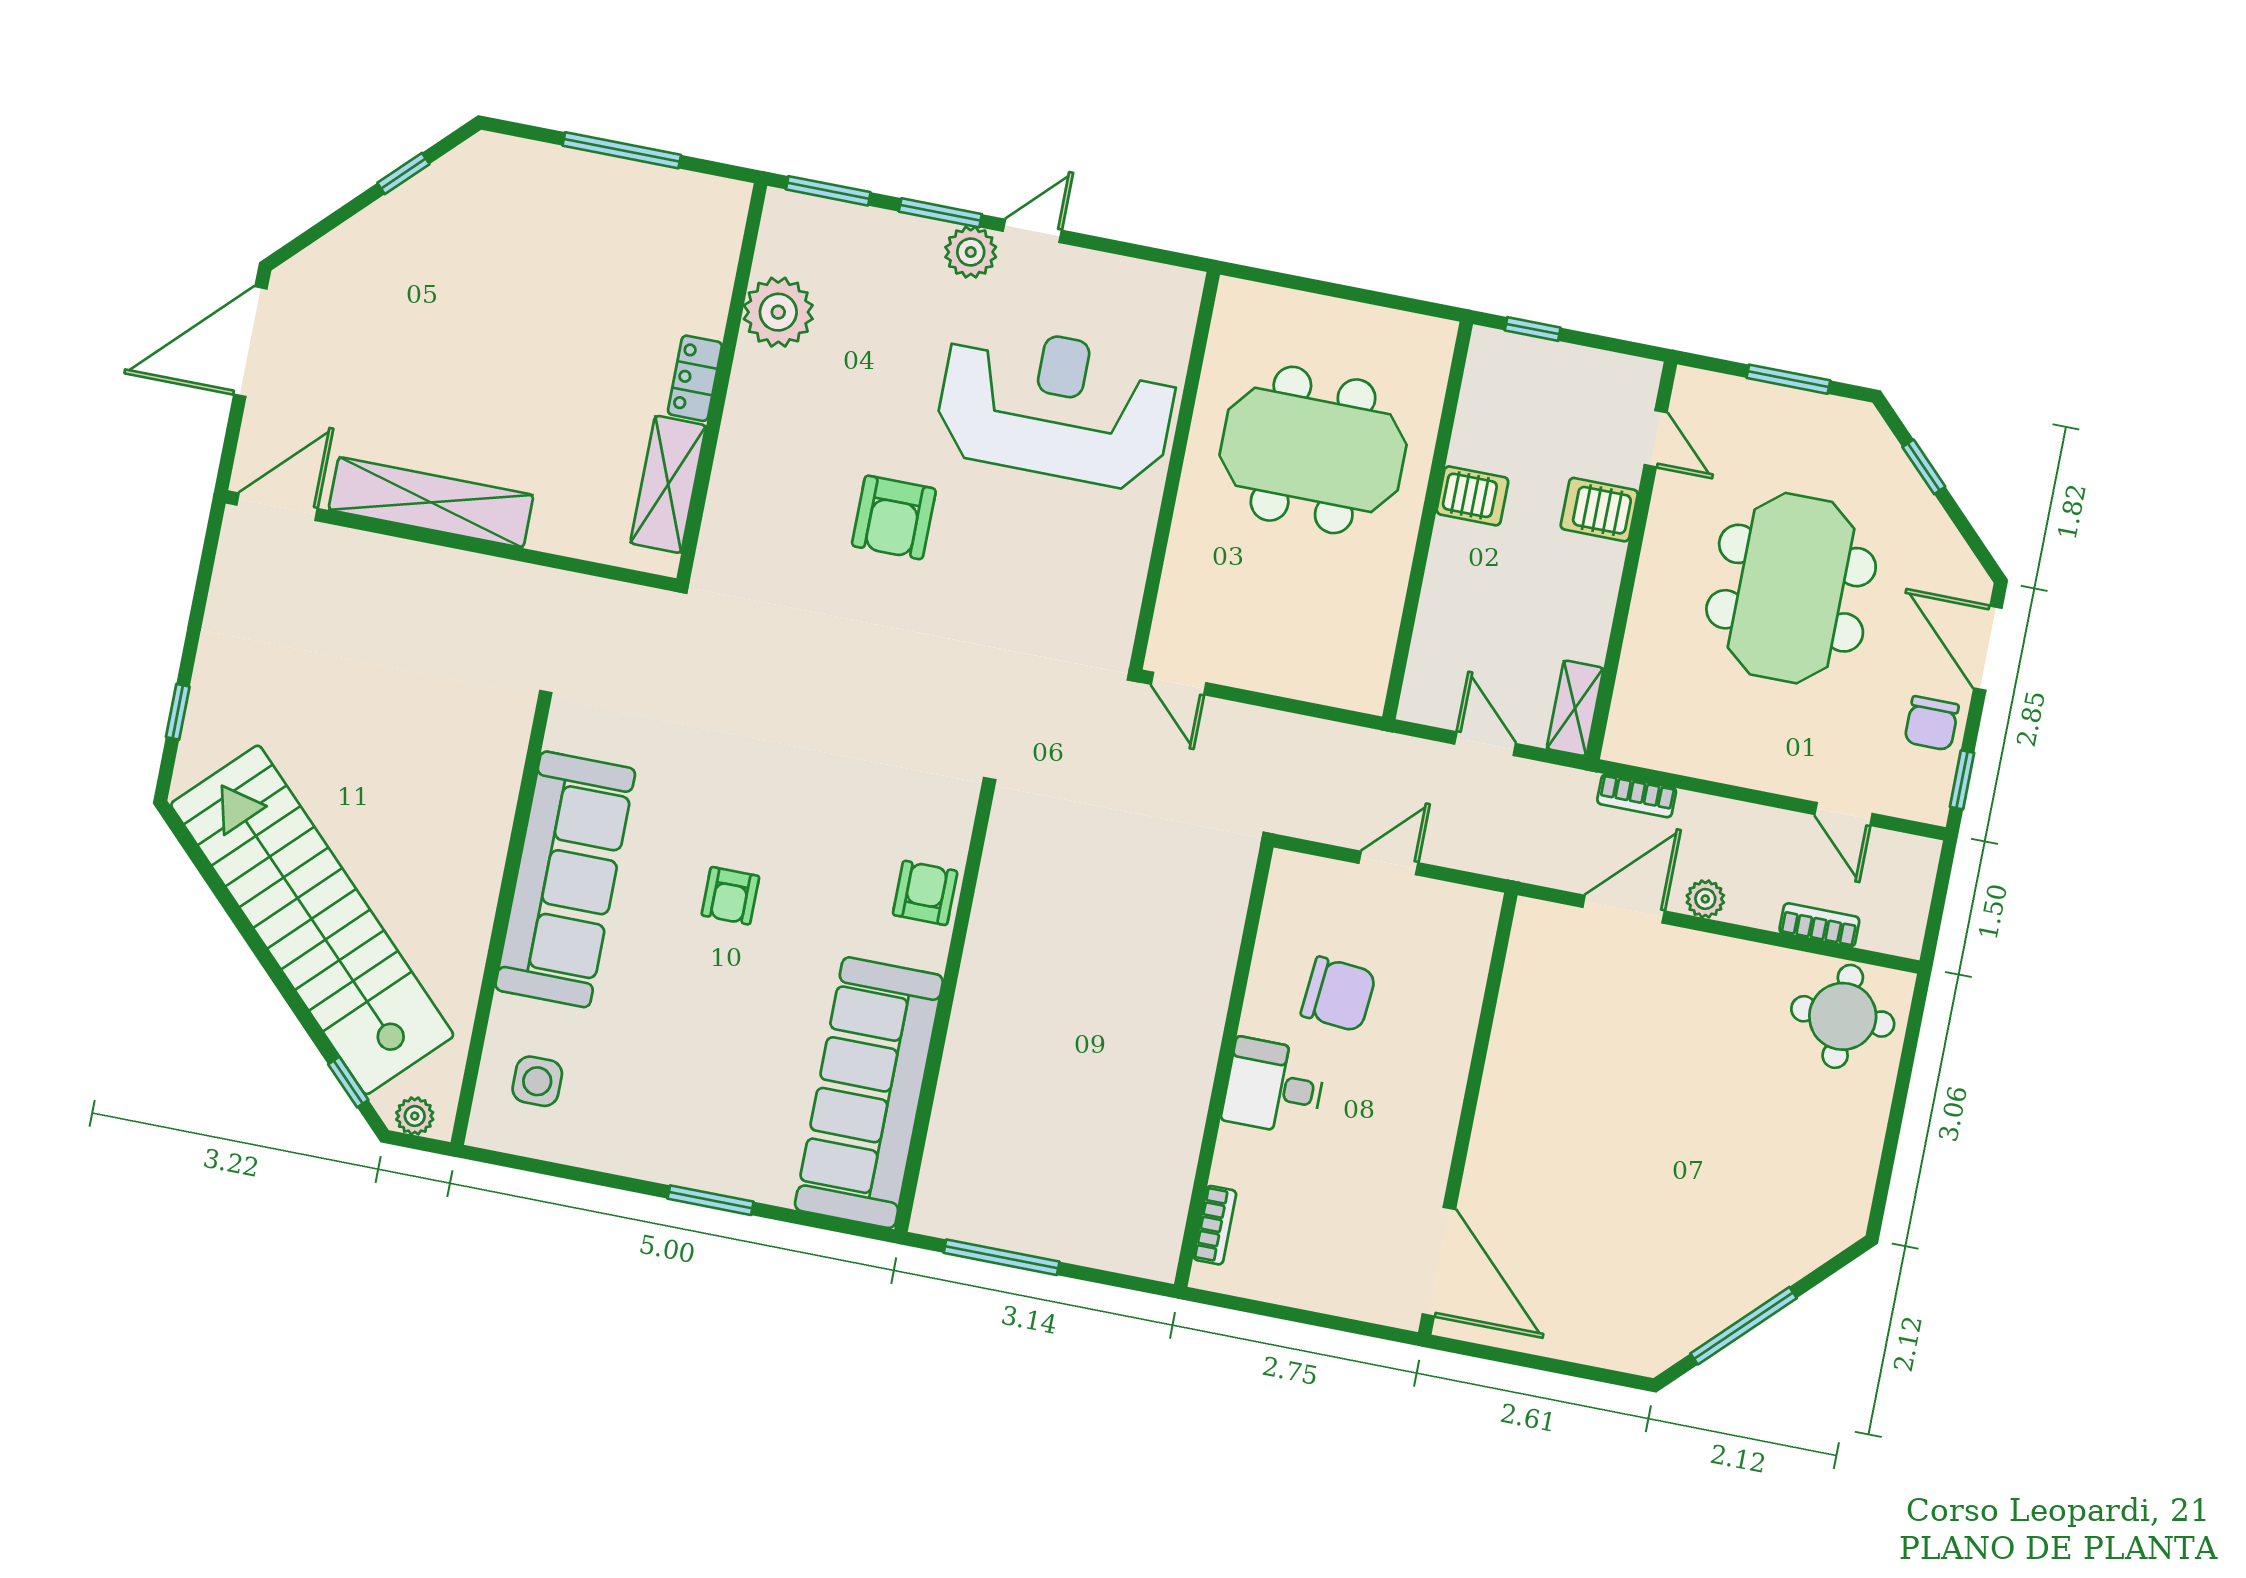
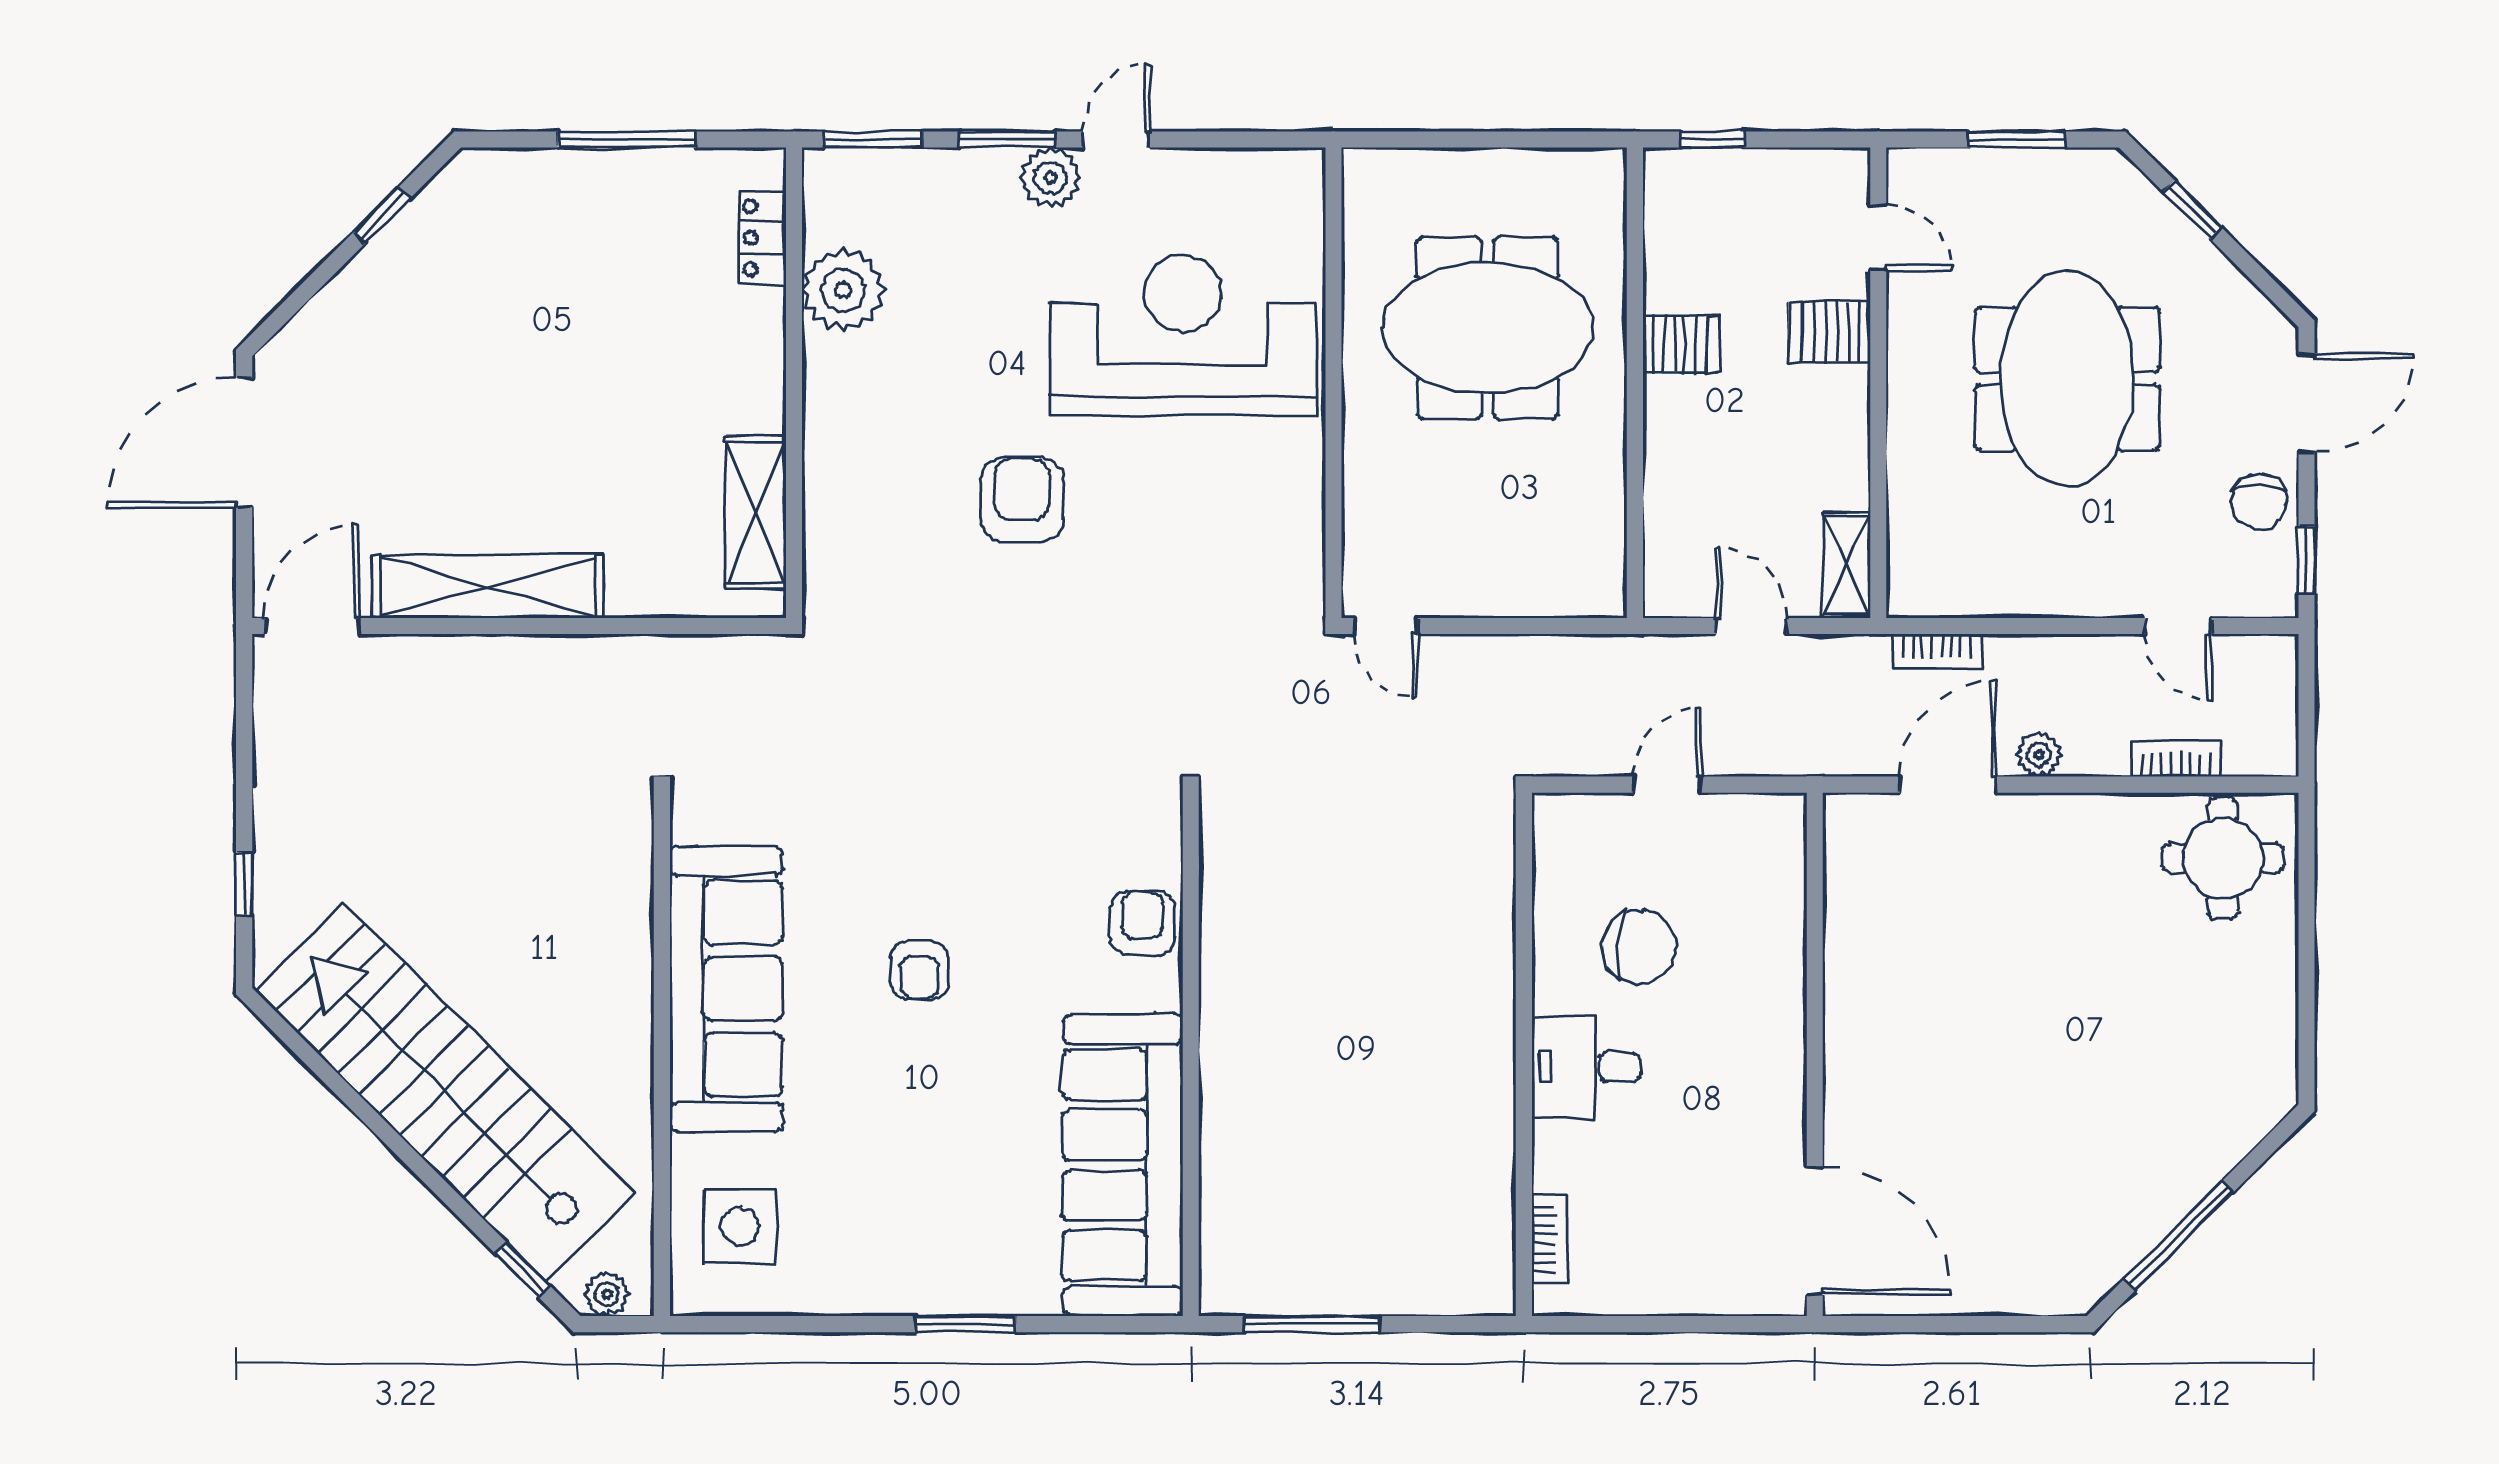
locker: (695, 378) -> (762, 238), moved
armchair: (894, 517) -> (1022, 499), turned 180
door: (1988, 648) -> (2307, 403), swing flipped
side table: (537, 1081) -> (740, 1227), width x1.37, depth x1.37

